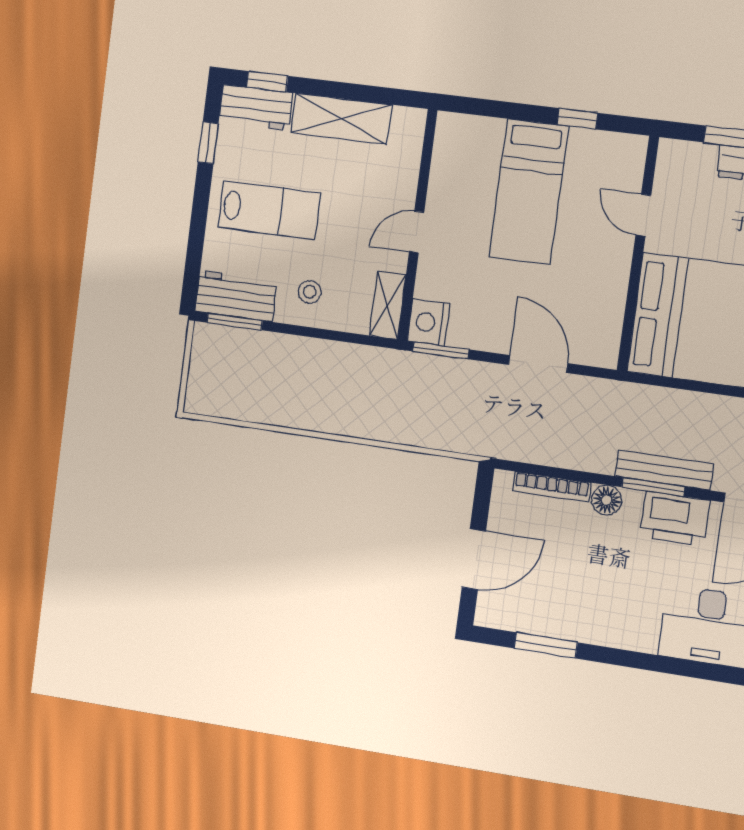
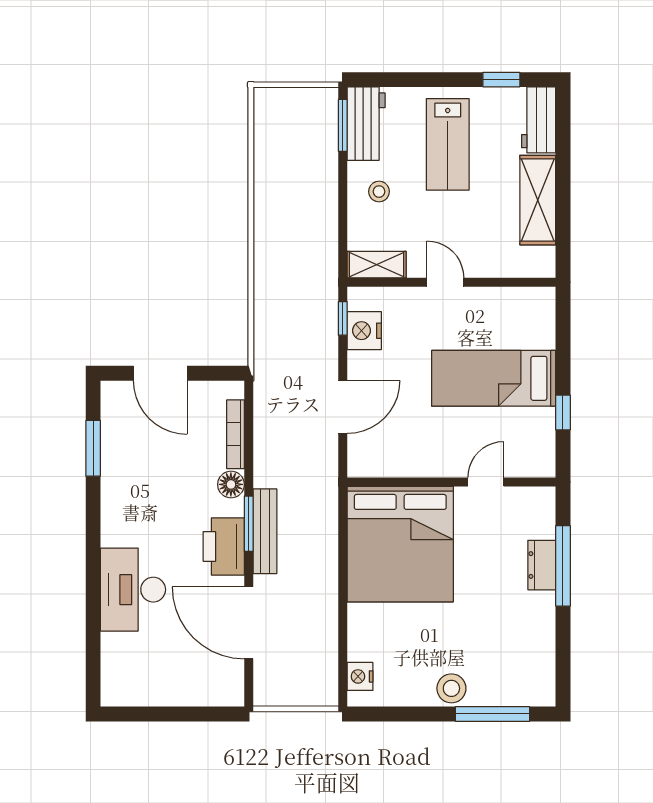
window: (267, 81) -> (563, 128), removed
nightstand: (428, 322) -> (364, 331), moved, turned -90
window: (441, 350) -> (343, 318), width x0.67

